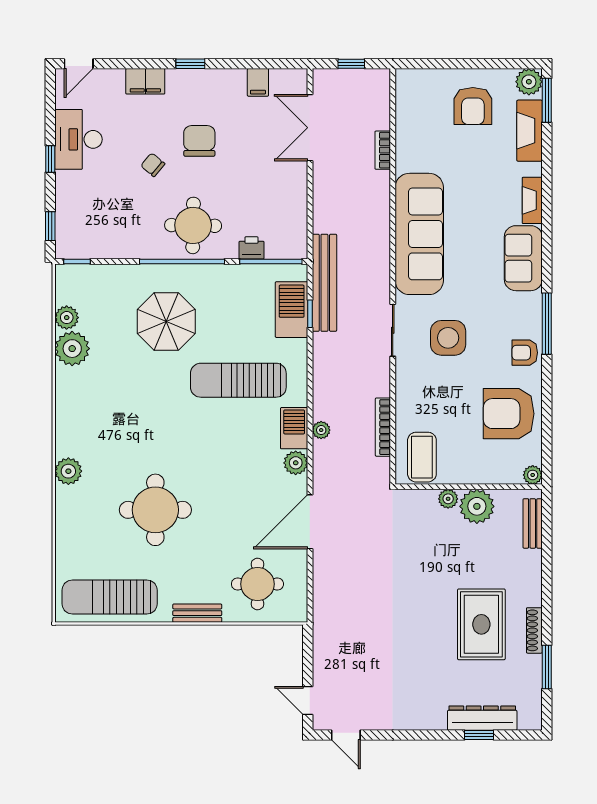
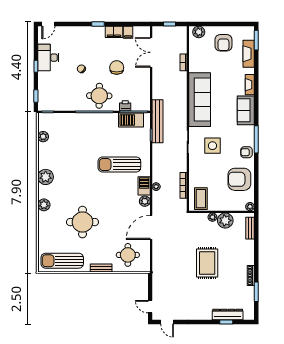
filing cabinet: (145, 81) -> (114, 32), moved
plant: (529, 82) -> (199, 32), moved
chair: (199, 141) -> (117, 67), moved
barbecue: (292, 310) -> (131, 120), moved, turned -90
parasol: (166, 322) -> (87, 138), removed
plant: (72, 349) -> (46, 177), moved
rug: (481, 624) -> (207, 263), moved

